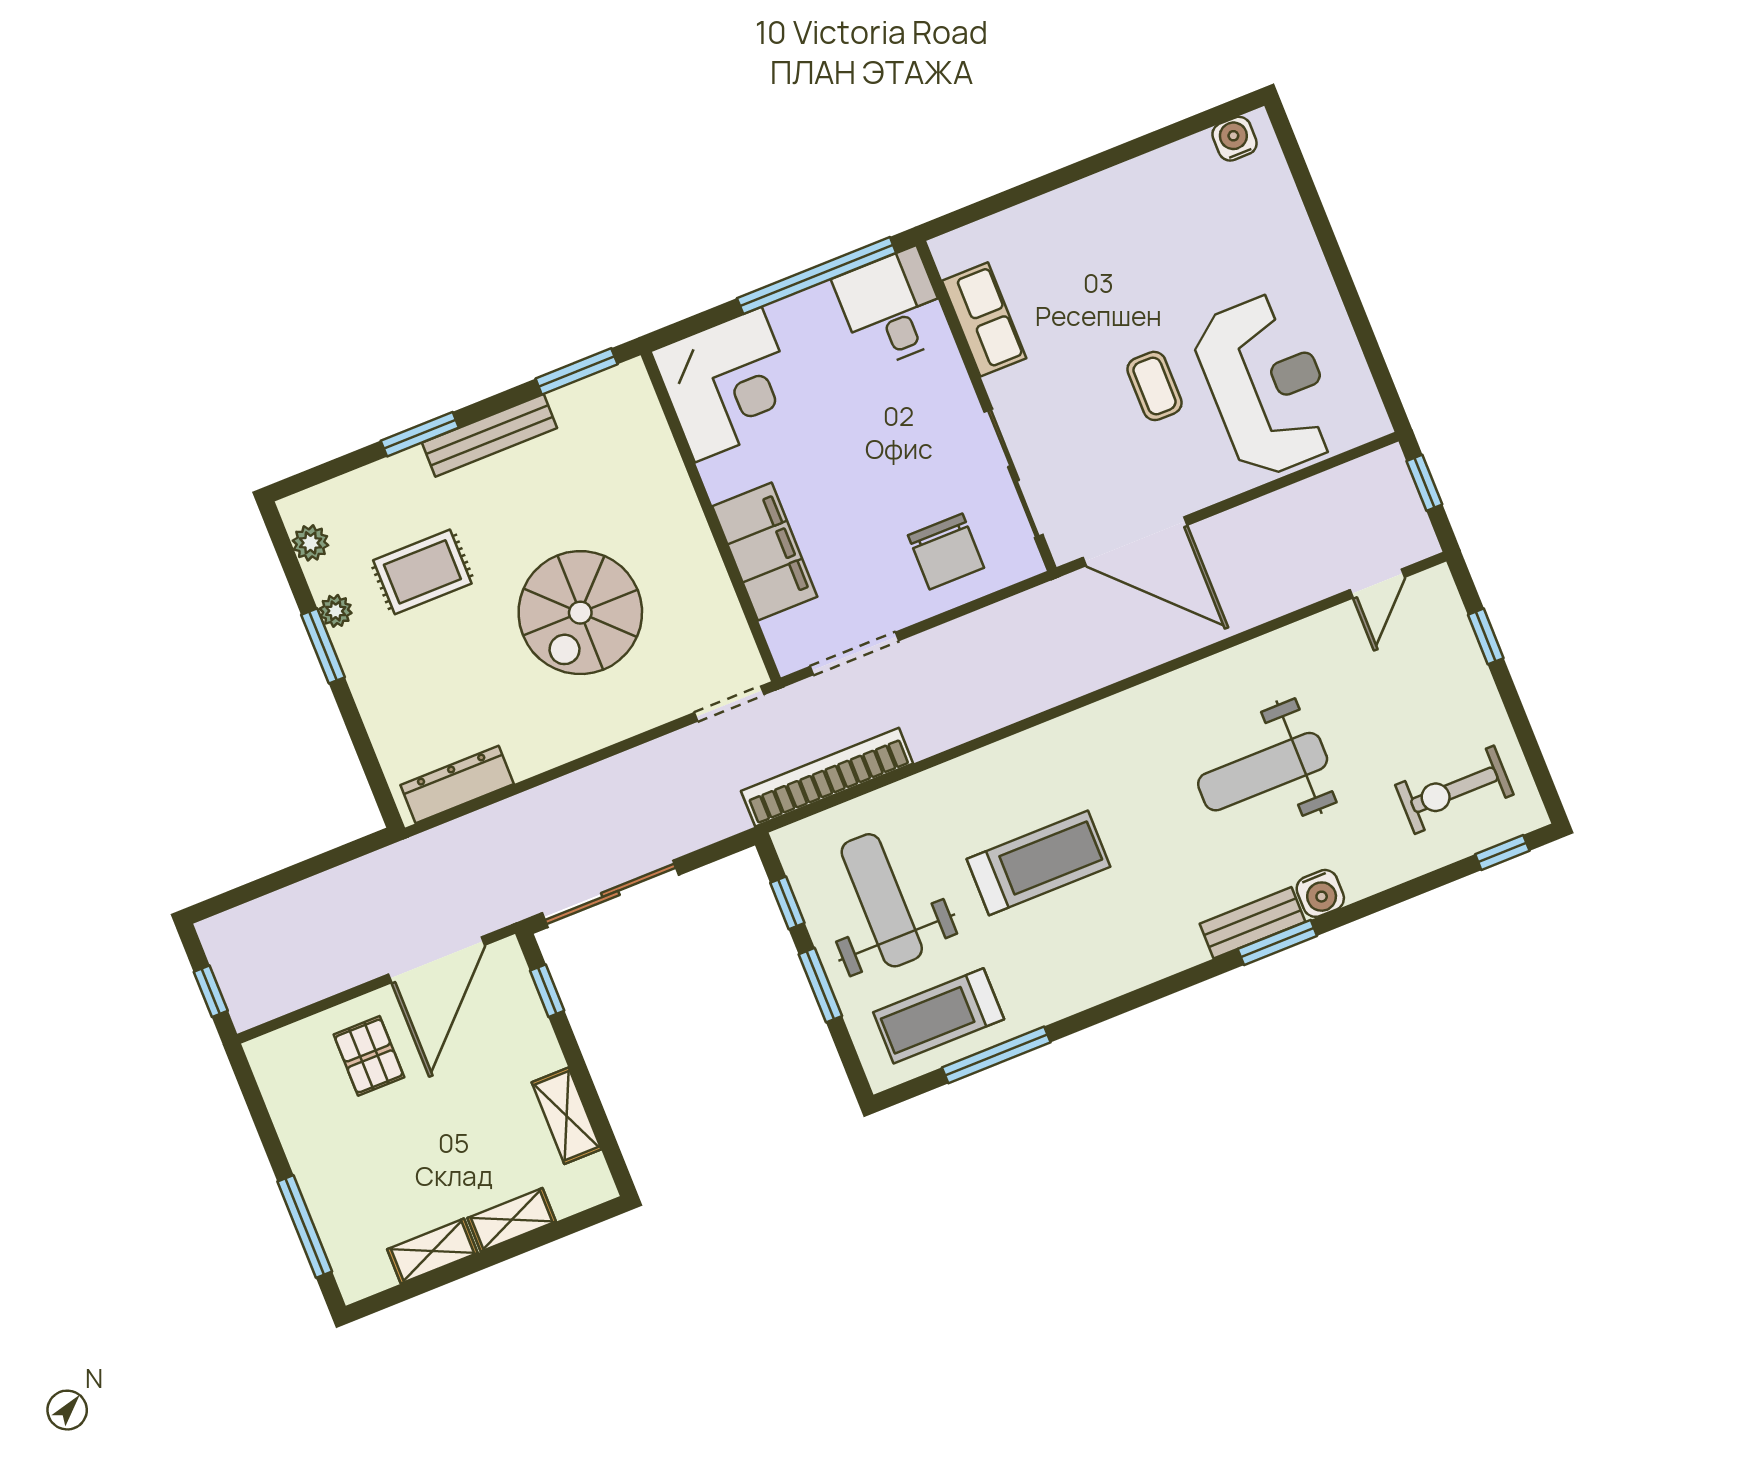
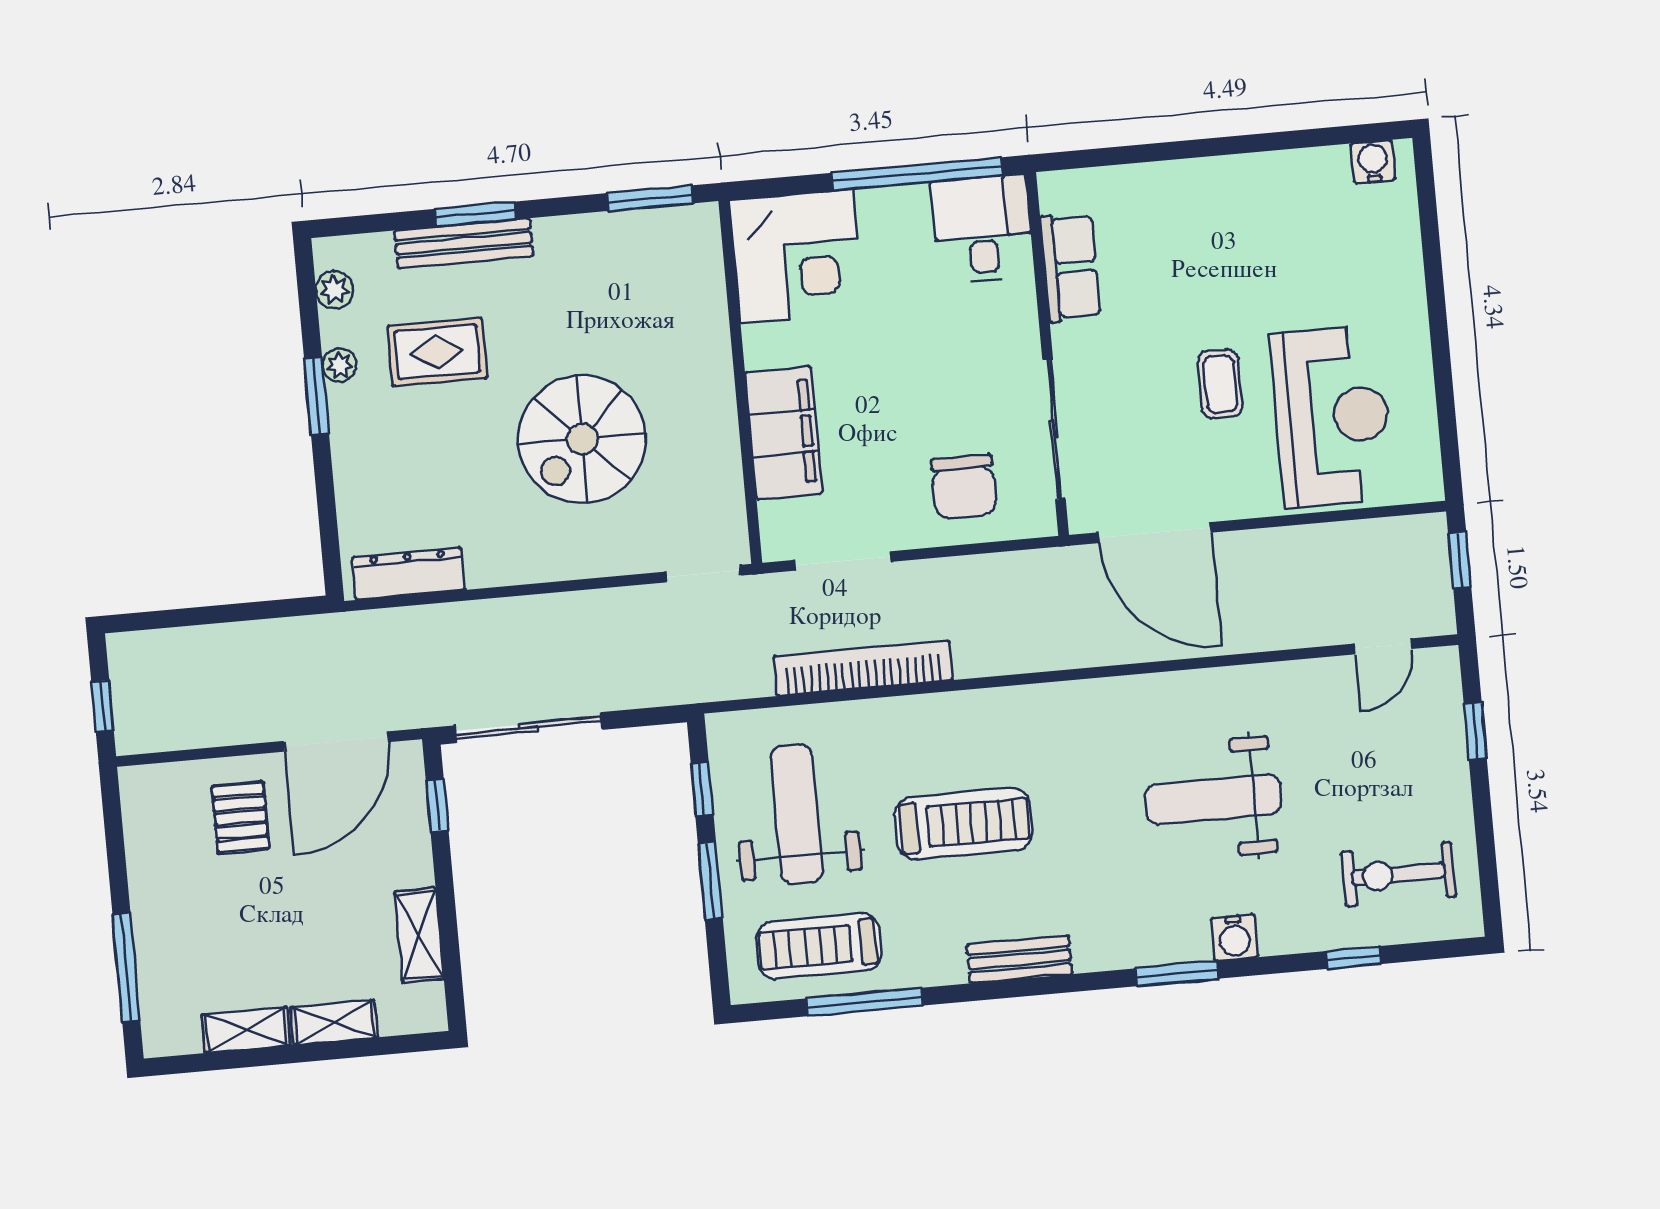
bench: (489, 435) -> (464, 243), moved
bookcase: (827, 777) -> (863, 668), moved
window: (1502, 852) -> (1353, 958), moved
bench: (1252, 923) -> (1019, 959), moved

